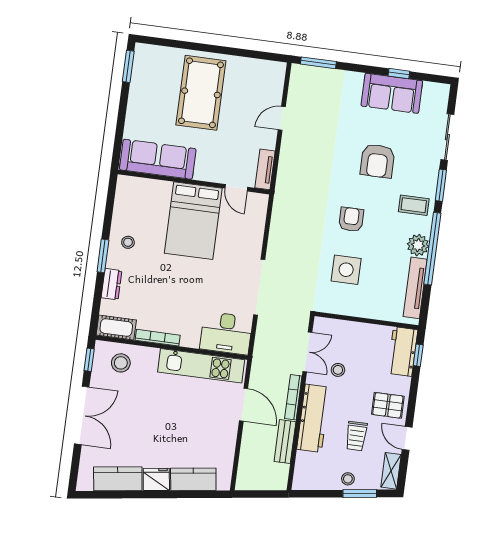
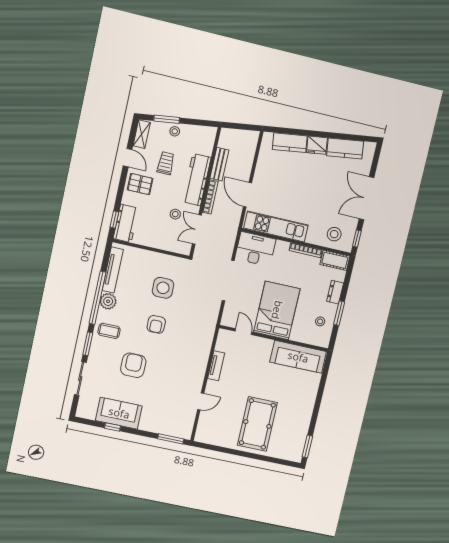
sofa: (158, 159) -> (298, 357), moved
wall: (194, 182) -> (274, 338), moved
door: (236, 188) -> (243, 332), moved
bed: (193, 221) -> (277, 310), moved

